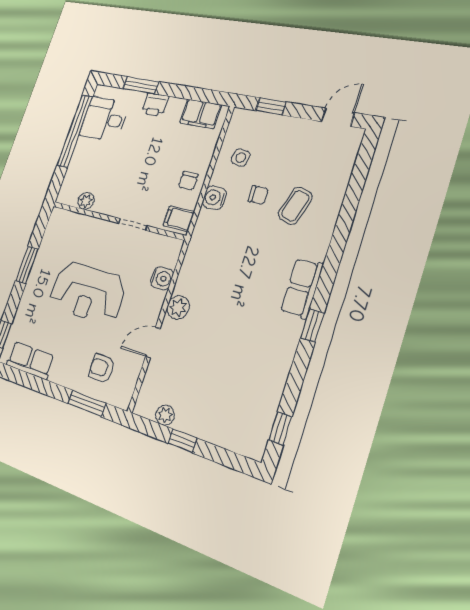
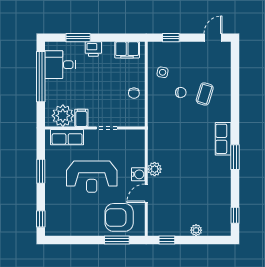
water cooler: (214, 198) -> (154, 100), removed
plant: (86, 201) -> (63, 116), width x1.88, depth x1.88
filing cabinet: (179, 219) -> (81, 118), moved, turned 90
water cooler: (162, 278) -> (138, 174), moved
window: (312, 325) -> (235, 157), width x1.50
row of seats: (30, 360) -> (67, 137), moved, turned 180
armchair: (102, 368) -> (119, 217), width x1.88, depth x1.88
plant: (165, 415) -> (196, 230), moved
window: (182, 441) -> (167, 240), moved

